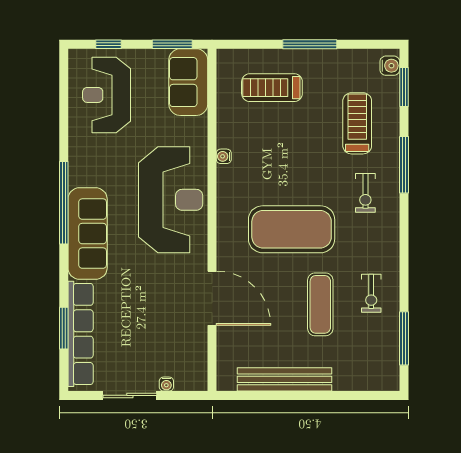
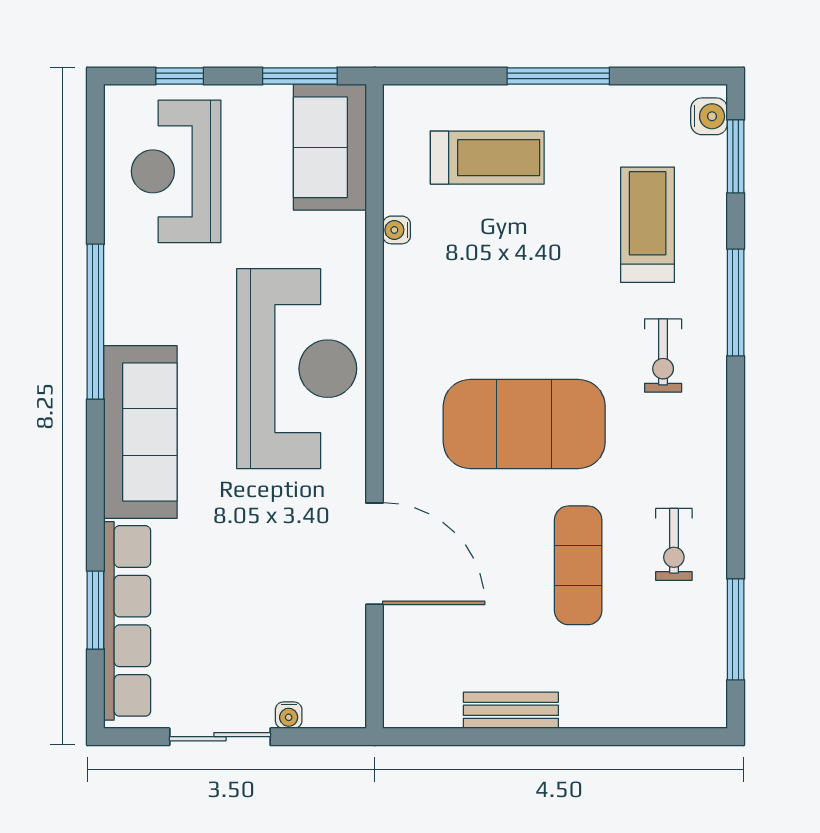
treadmill: (272, 88) -> (487, 158), turned 180
water cooler: (224, 156) -> (397, 230), moved
window: (64, 203) -> (95, 322), moved
bench: (284, 379) -> (511, 710), width x0.54, depth x0.82

